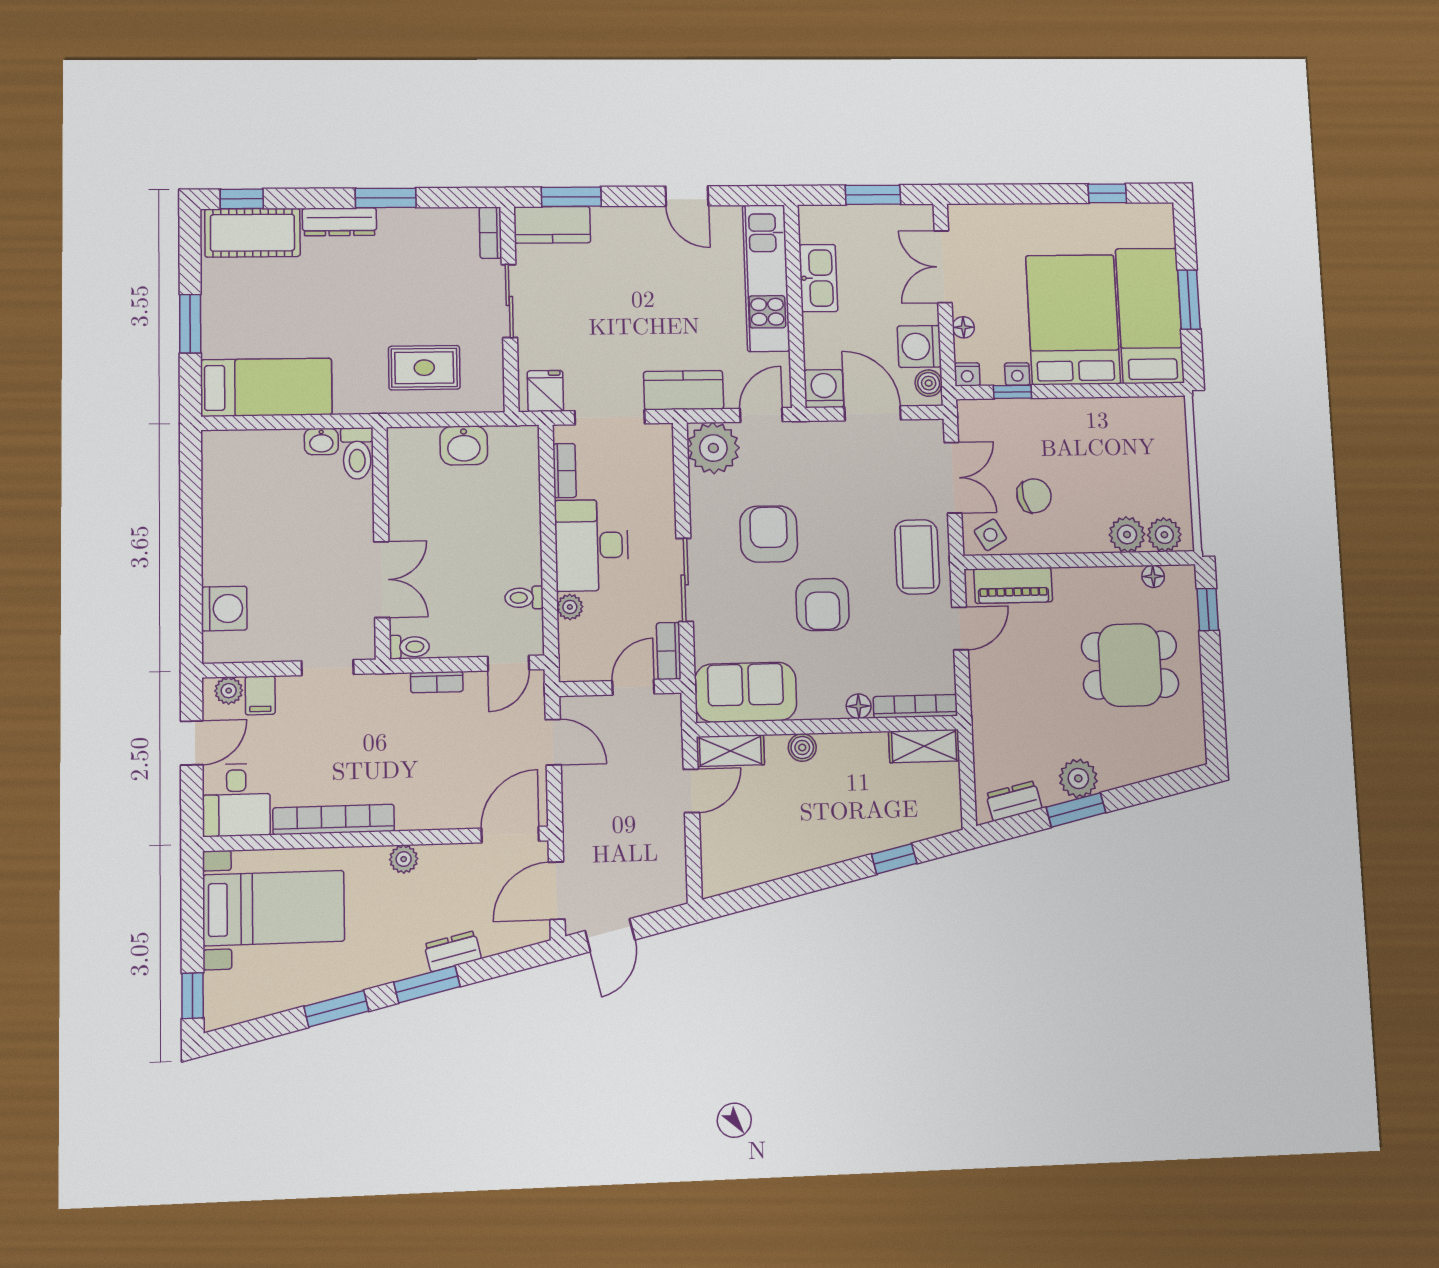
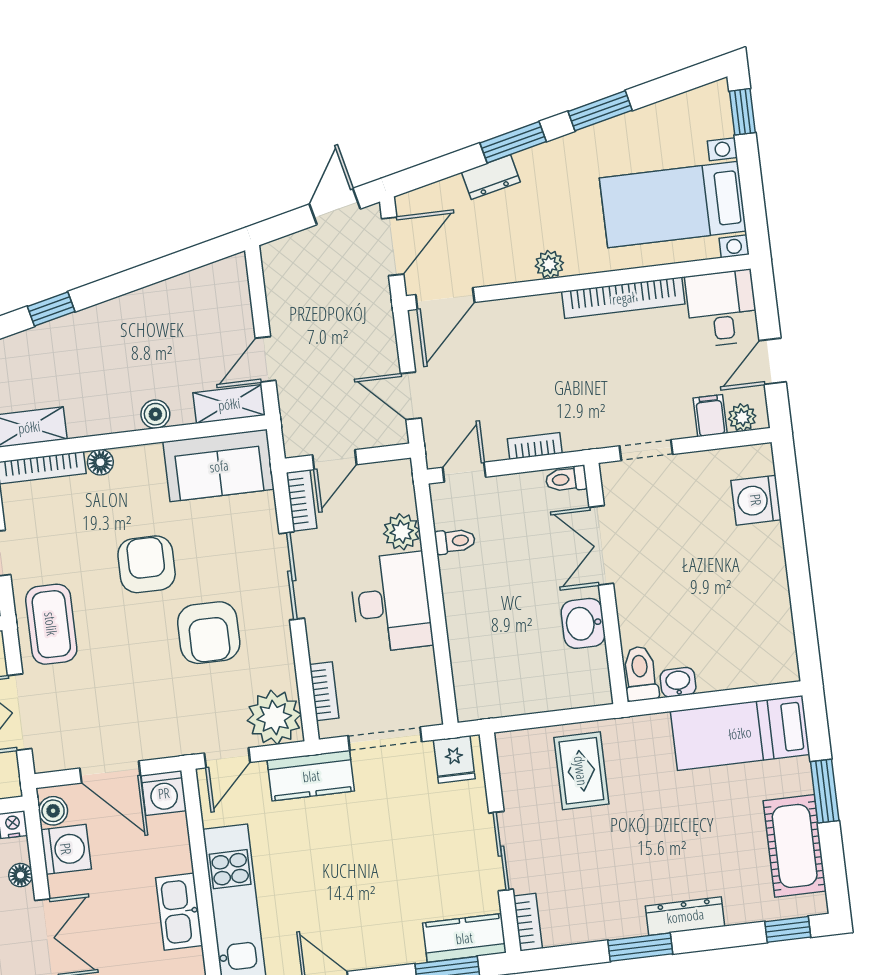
cot: (252, 233) -> (795, 846), moved, turned 90
rug: (424, 368) -> (581, 771), turned 90
washbasin: (464, 445) -> (583, 623), moved, turned -90
bookcase: (565, 471) -> (324, 691), moved, turned 180
plant: (570, 607) -> (402, 532), width x1.38, depth x1.38

